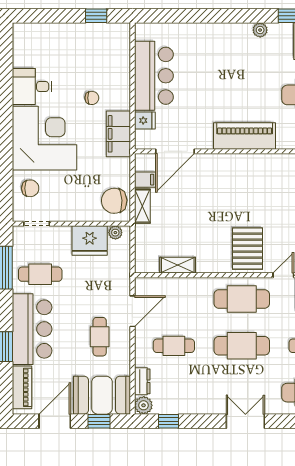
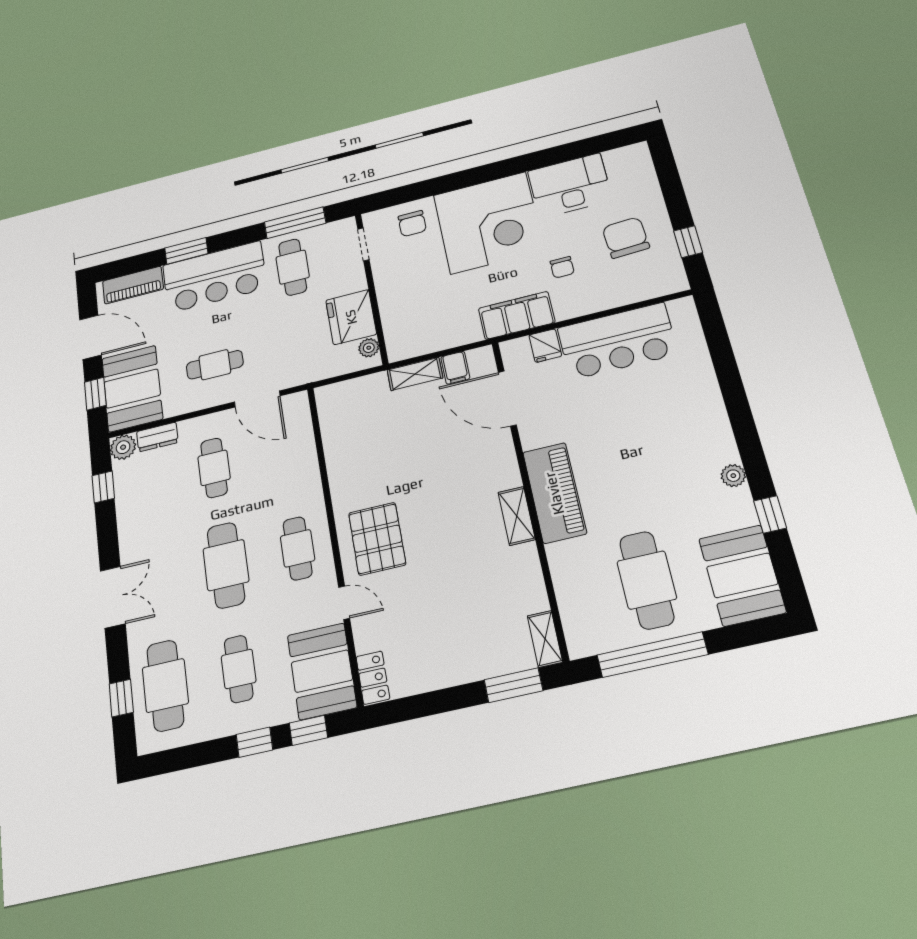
desk: (32, 86) -> (570, 186), width x1.37
chair: (114, 201) -> (626, 238), moved
pallet: (248, 249) -> (377, 539), turned 90
shelving: (178, 265) -> (517, 516), moved
cafe table: (242, 299) -> (298, 548), width x0.73, depth x0.74

